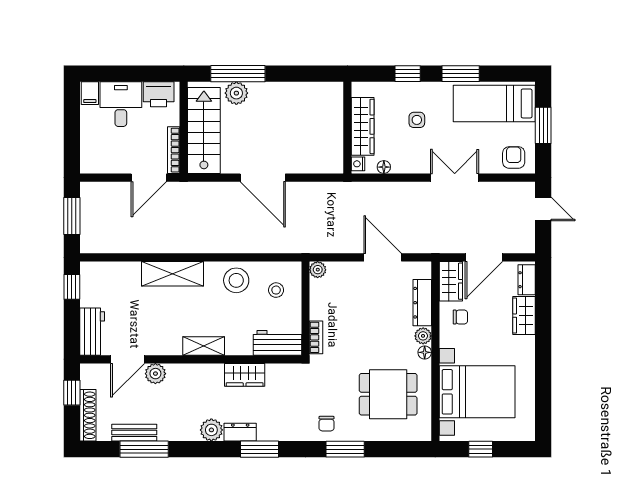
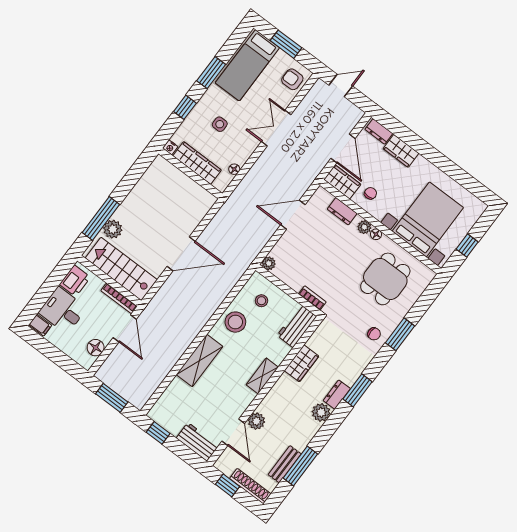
floor lamp: (109, 163) -> (96, 348), added
nightstand: (358, 164) -> (170, 147), moved
dresser: (422, 303) -> (342, 211), width x0.70

